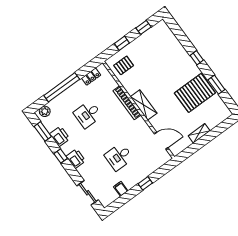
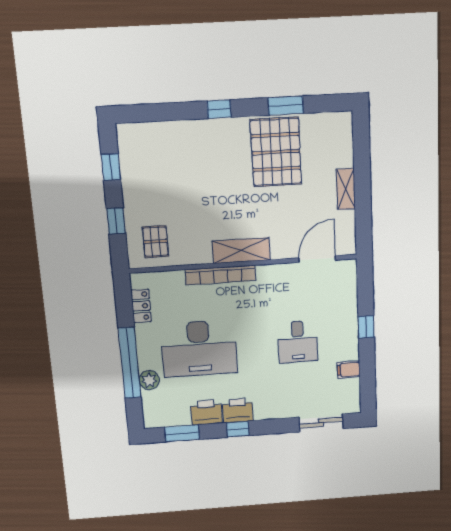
plant: (45, 111) -> (149, 380), moved
desk: (88, 114) -> (199, 348), width x1.87, depth x1.30
printer: (76, 159) -> (238, 410), moved

